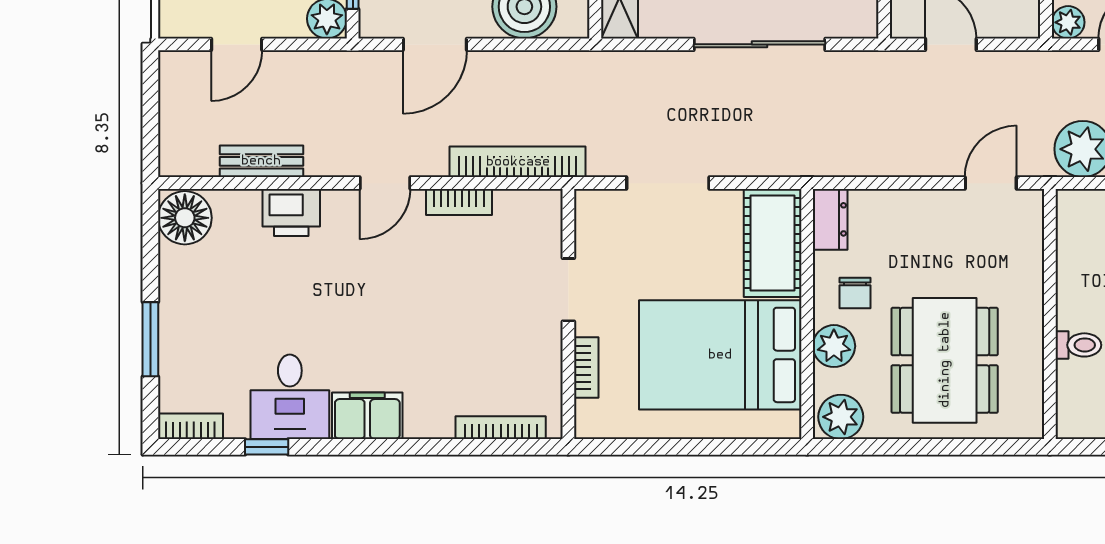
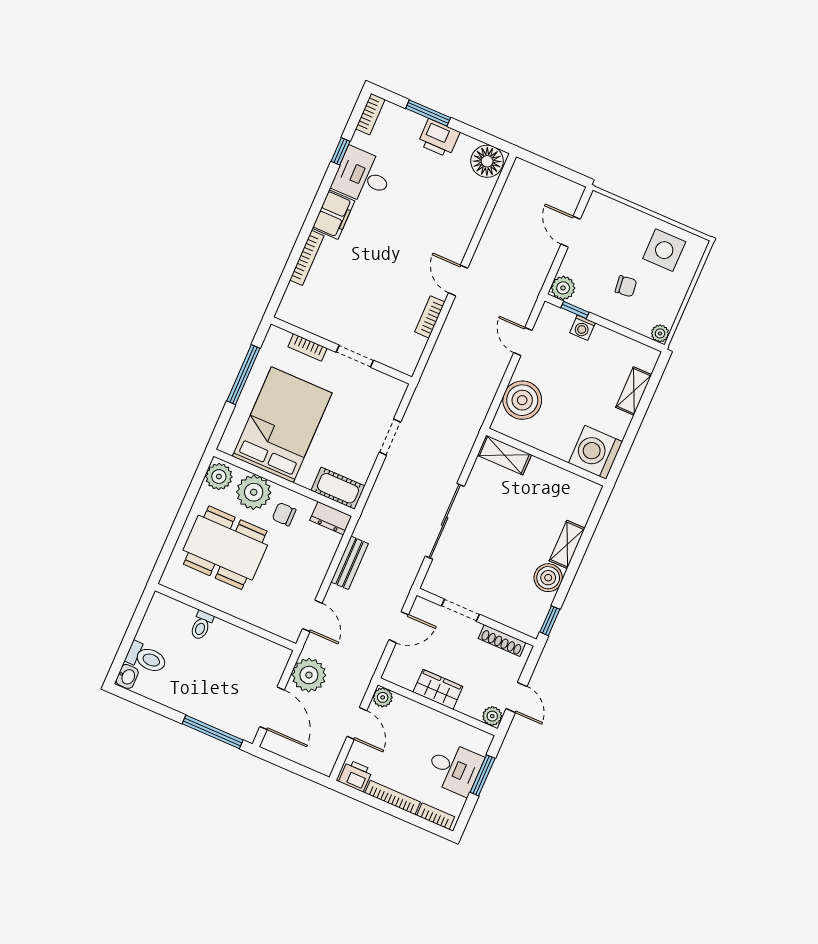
door: (435, 44) -> (523, 341), width x0.73
bench: (261, 161) -> (350, 563), moved
bookcase: (518, 162) -> (438, 359), removed
doorway: (668, 183) -> (390, 437), width x0.73
printer: (291, 212) -> (439, 138), moved, turned -90
cot: (773, 243) -> (338, 488), width x0.73, depth x0.75
plant: (834, 346) -> (254, 492), width x1.36, depth x1.36
bookcase: (501, 428) -> (307, 258), moved
window: (670, 447) -> (243, 375), added

